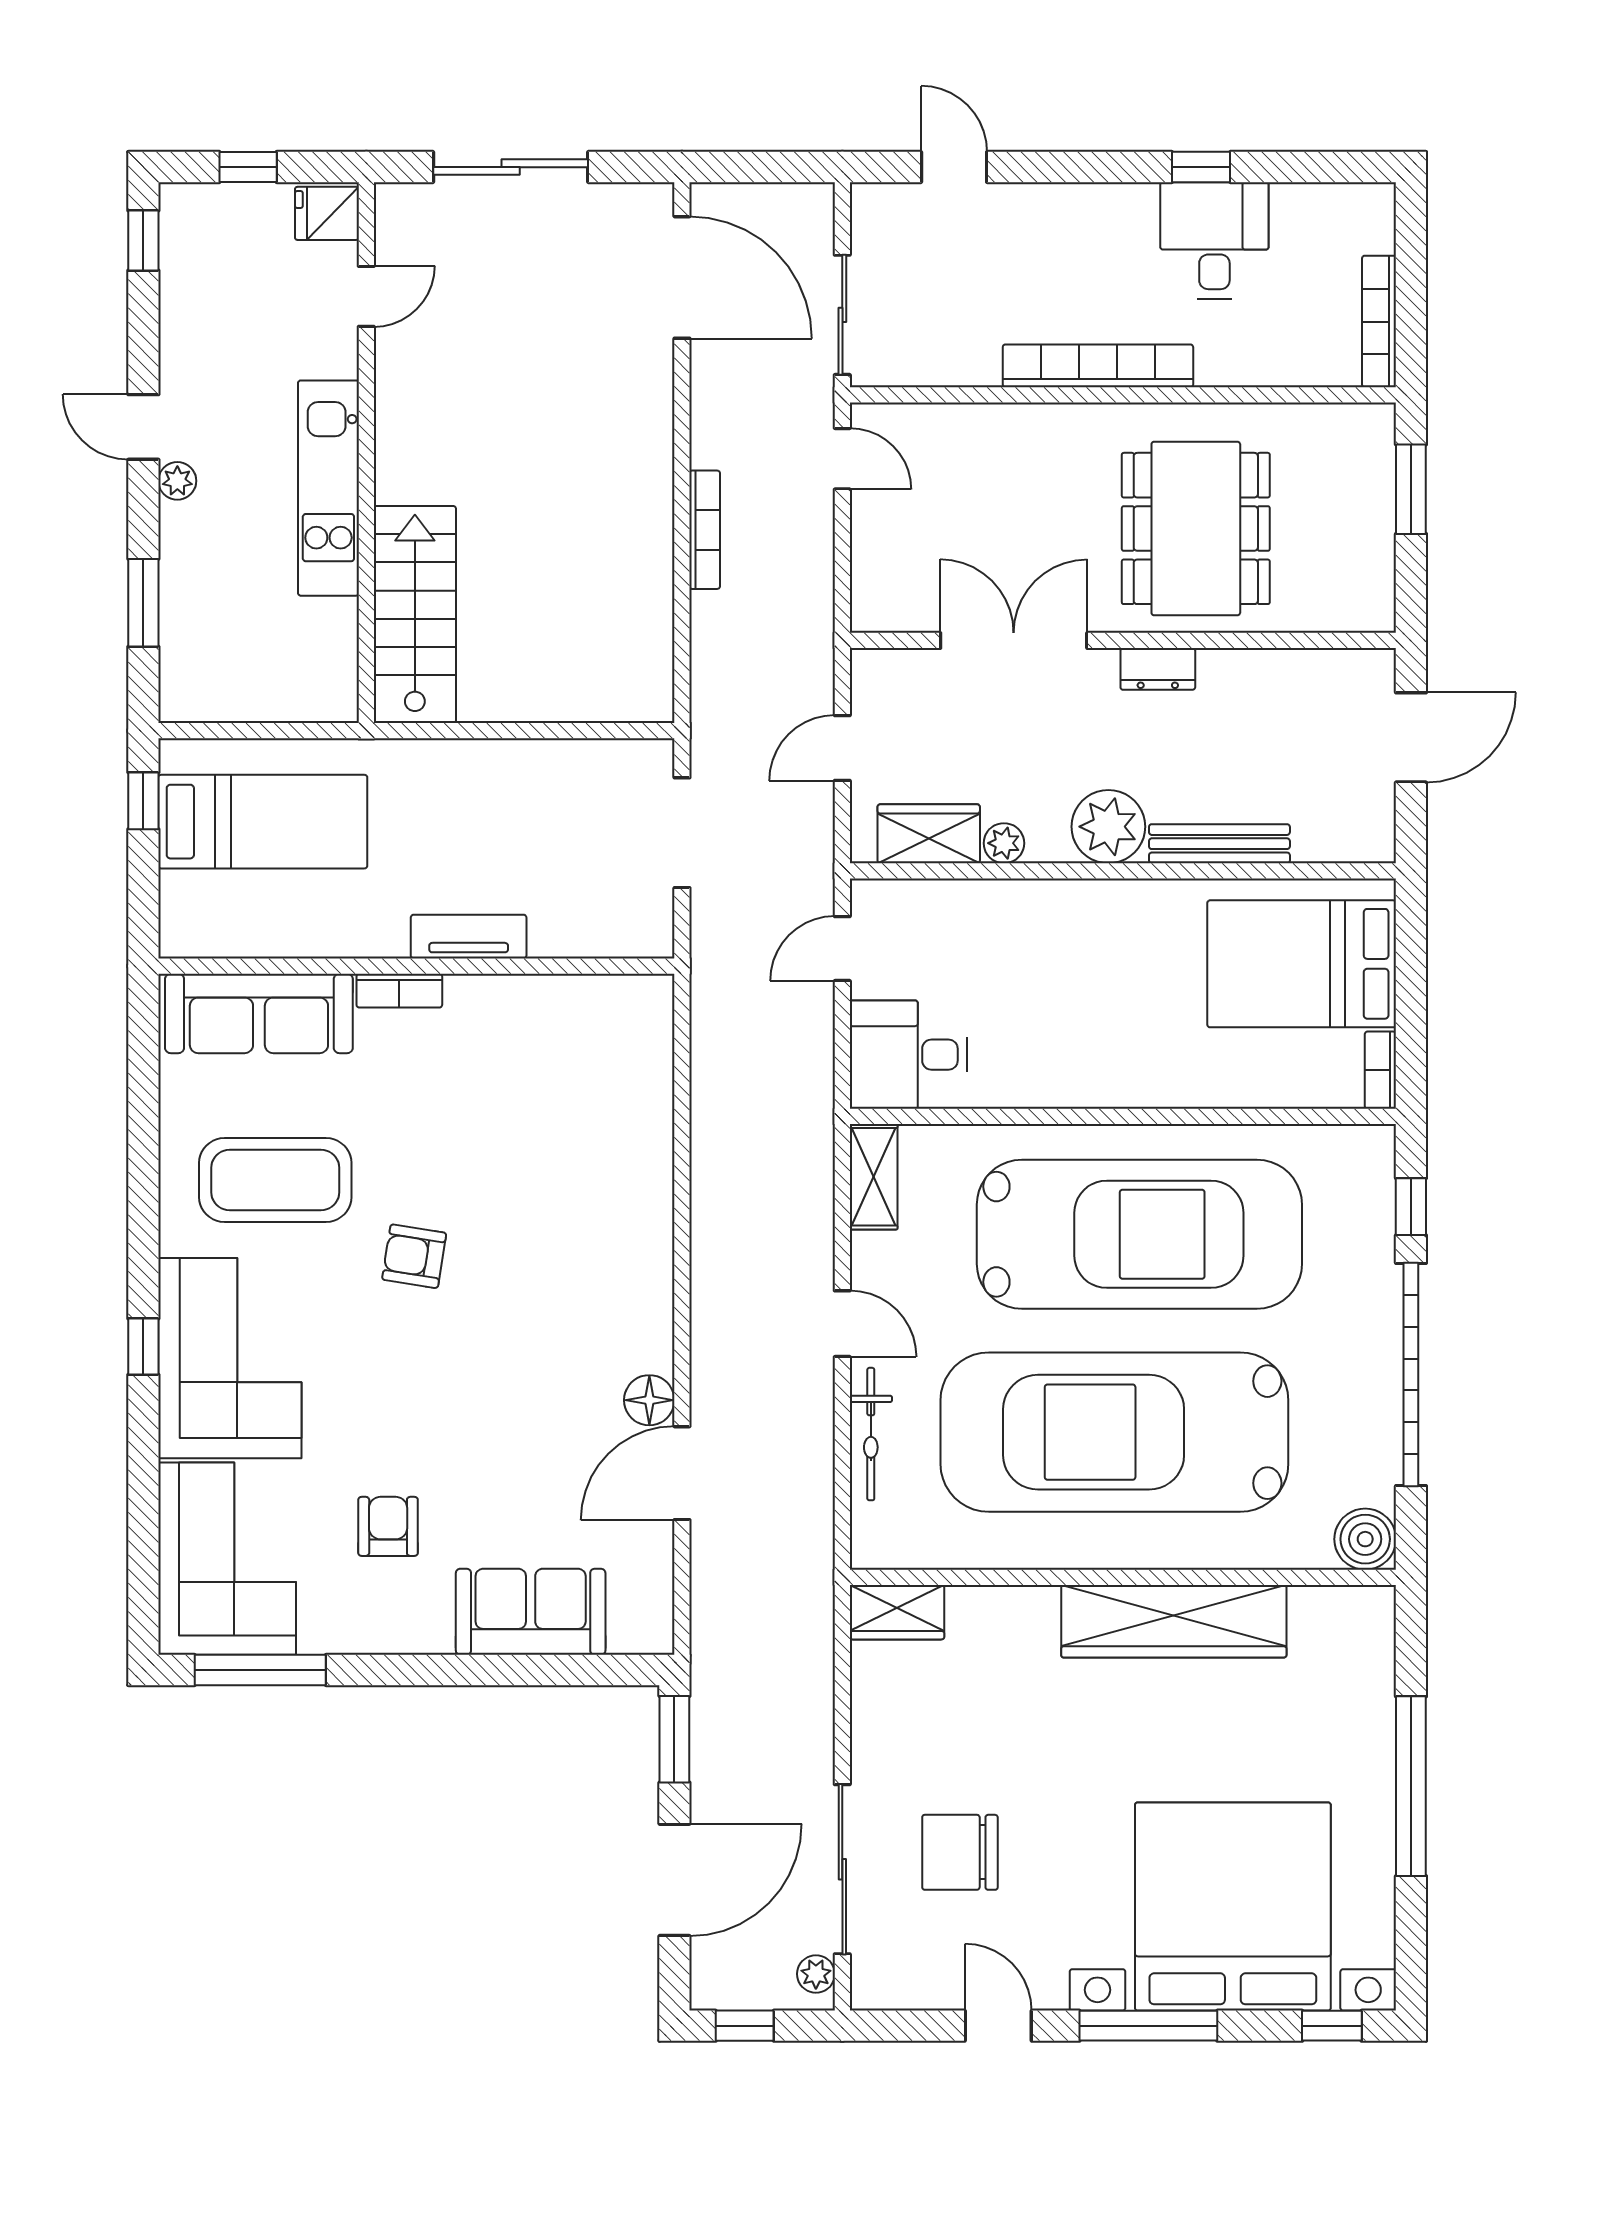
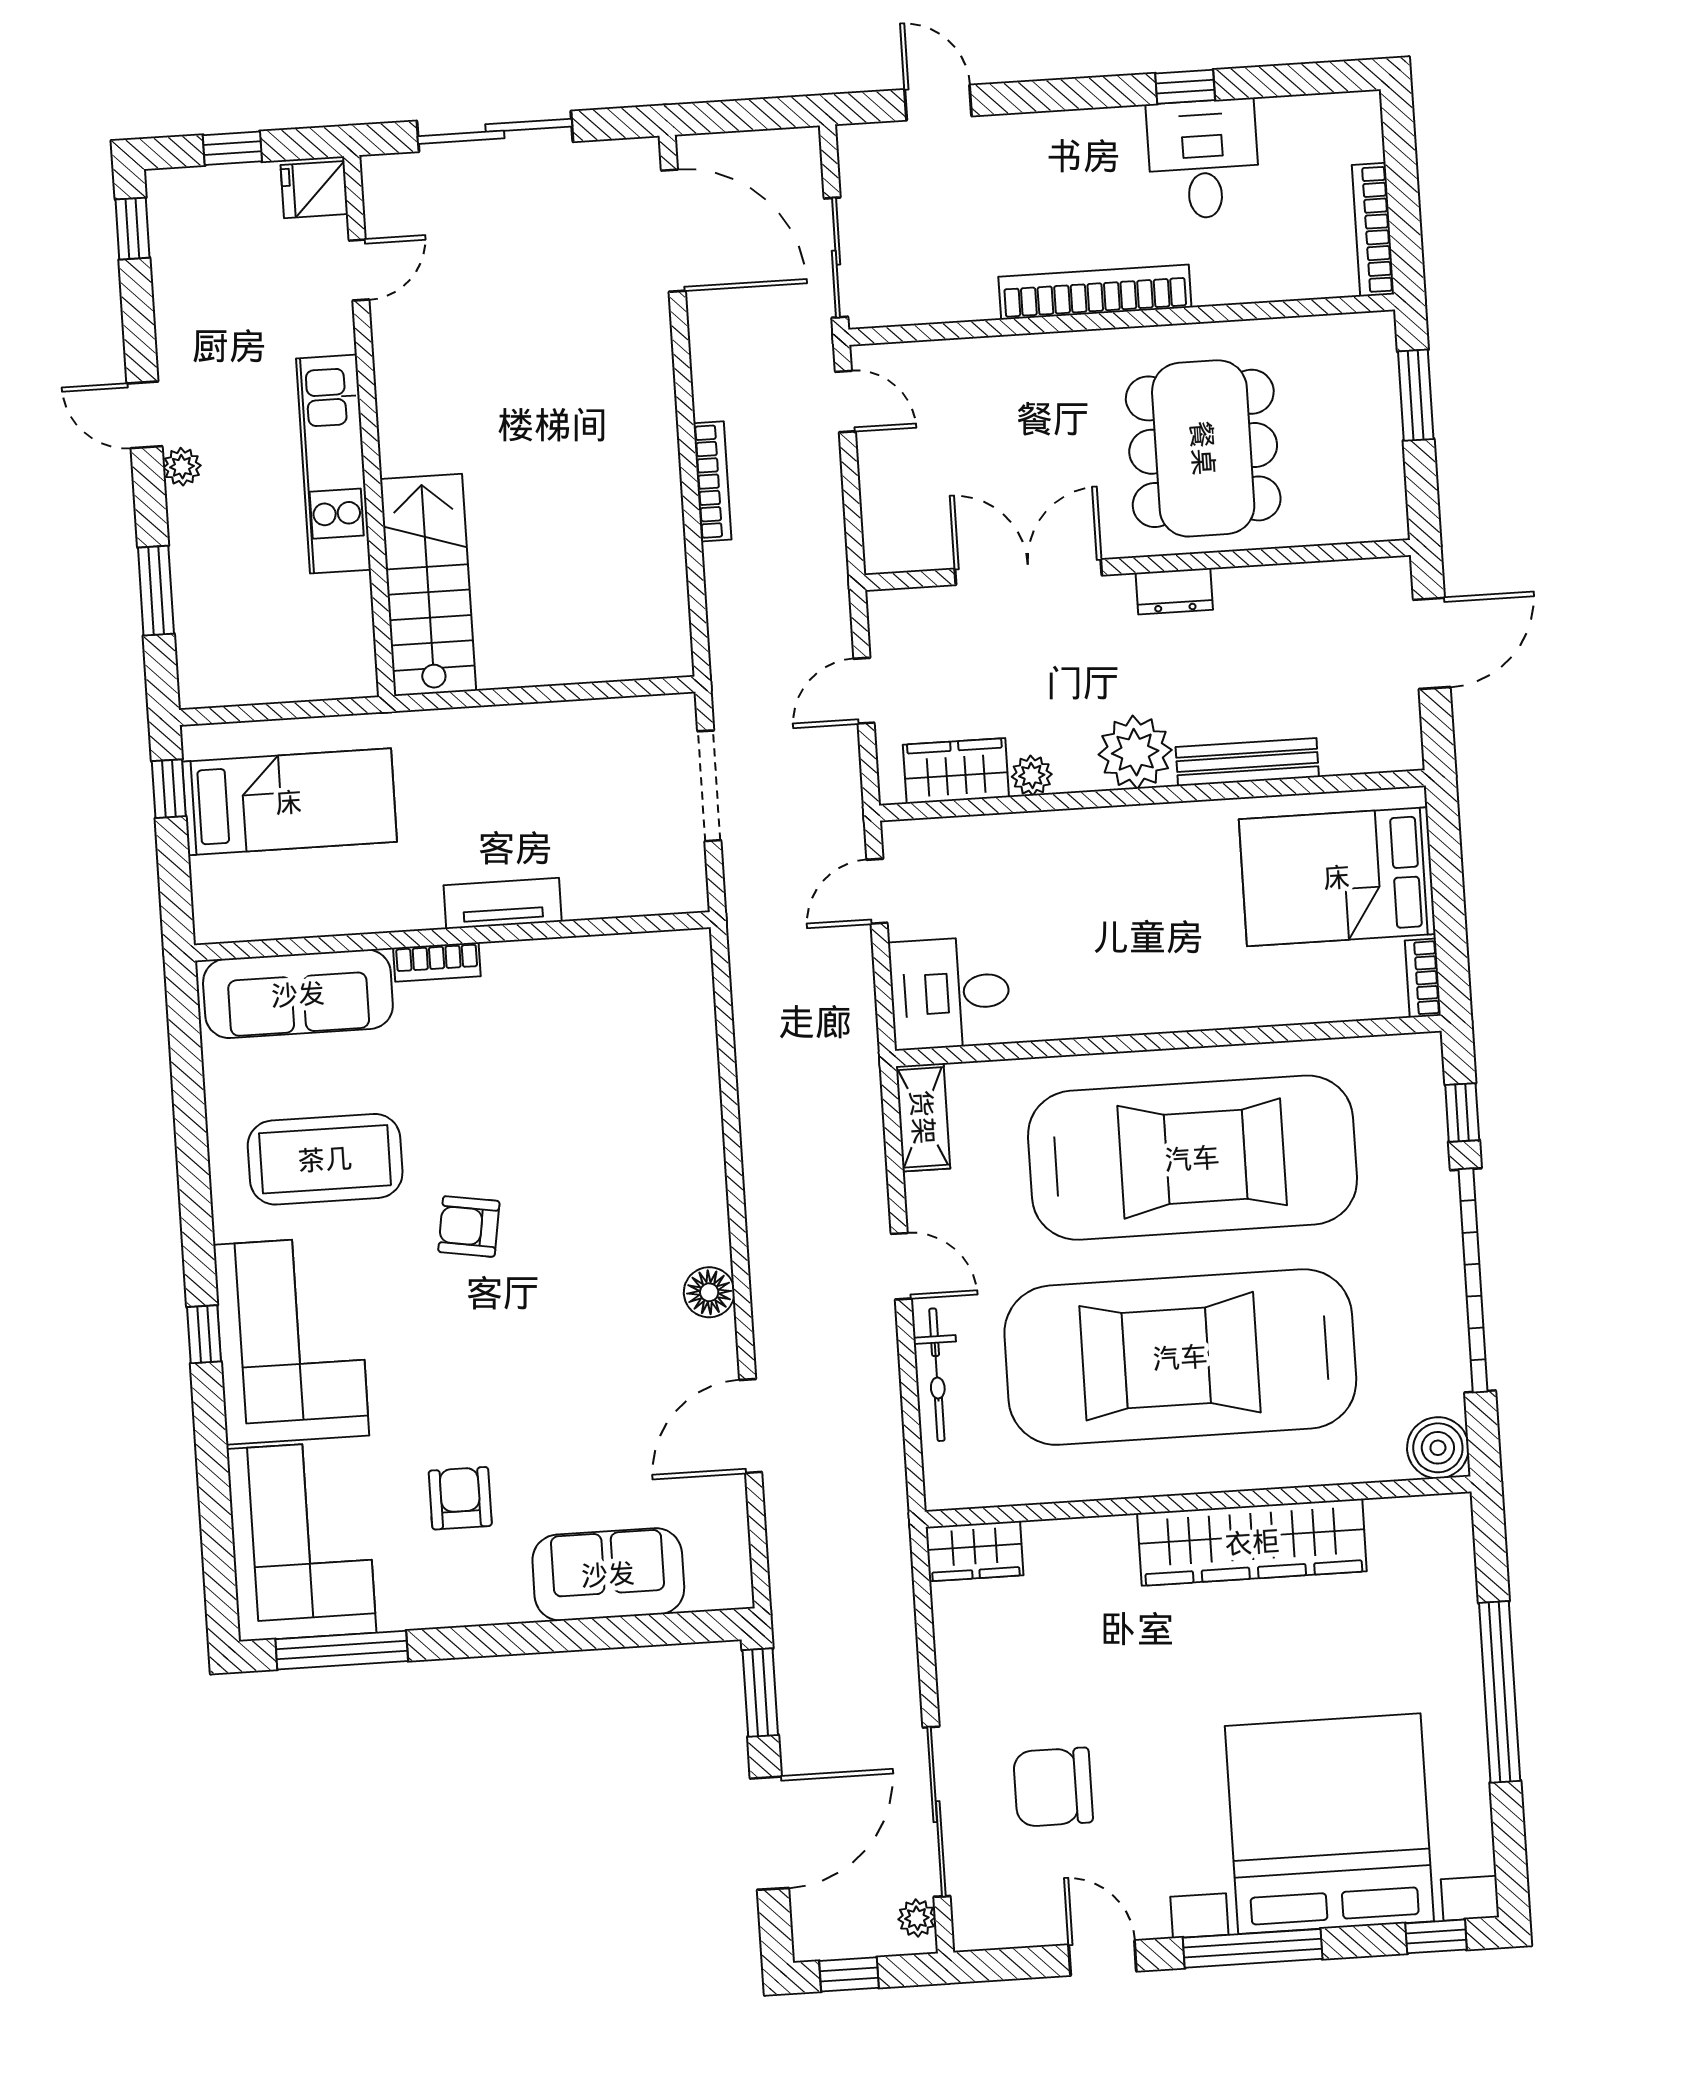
floor lamp: (649, 1400) -> (709, 1292), moved

